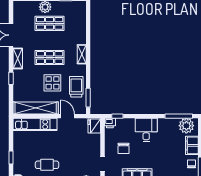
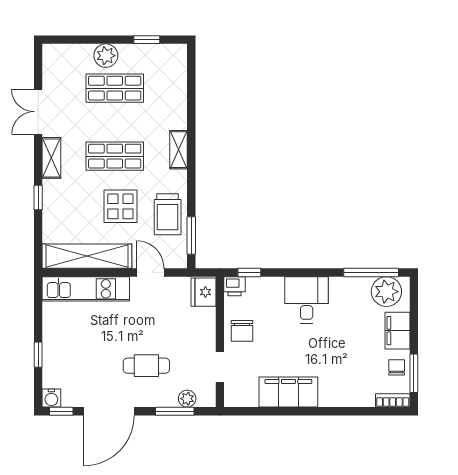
trolley: (76, 87) -> (168, 214), turned 180
chair: (124, 148) -> (242, 331), moved
cafe table: (47, 165) -> (146, 366), moved

